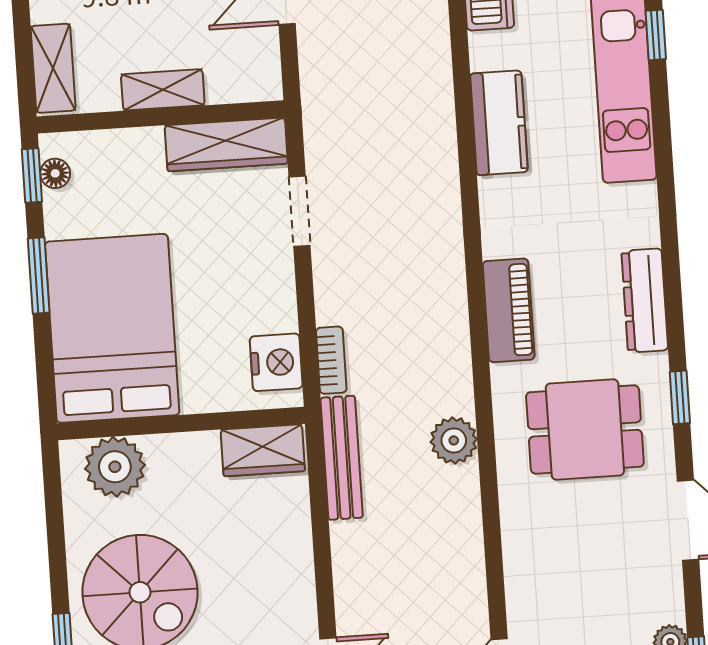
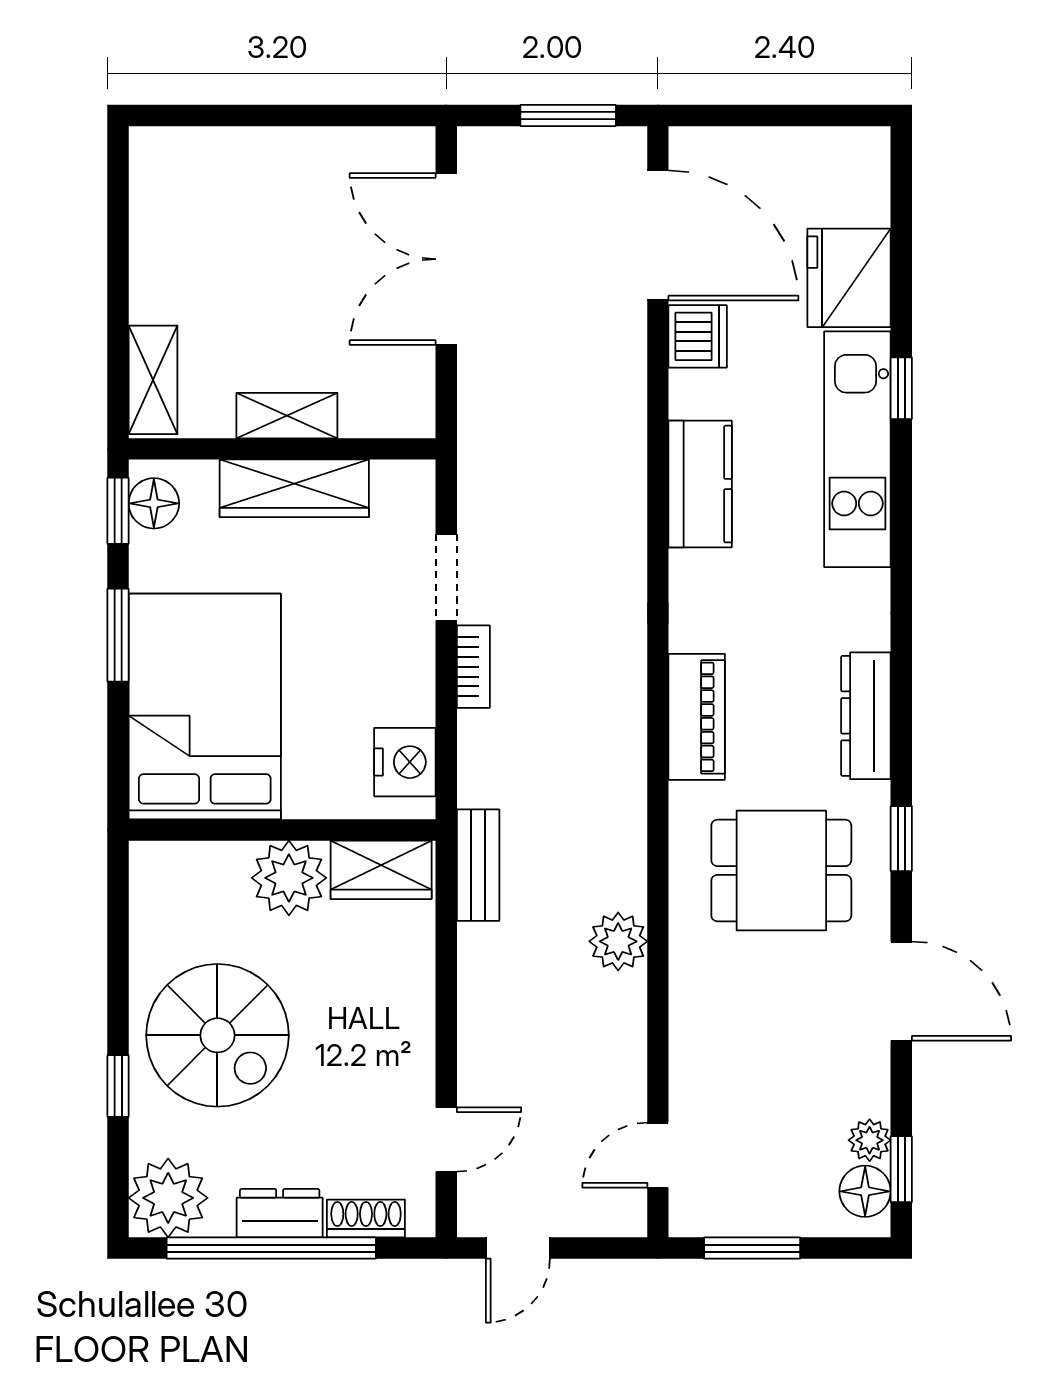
wardrobe: (226, 144) -> (294, 488), moved
floor lamp: (55, 173) -> (154, 503), width x1.37, depth x1.37
bookcase: (331, 360) -> (473, 667), moved
plant: (454, 440) -> (618, 941), moved
bench: (342, 458) -> (478, 865), width x0.73
plant: (115, 467) -> (289, 878), moved

